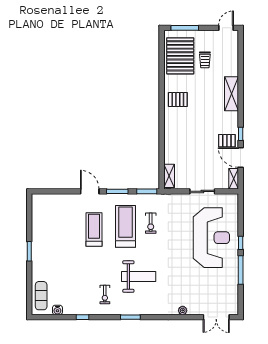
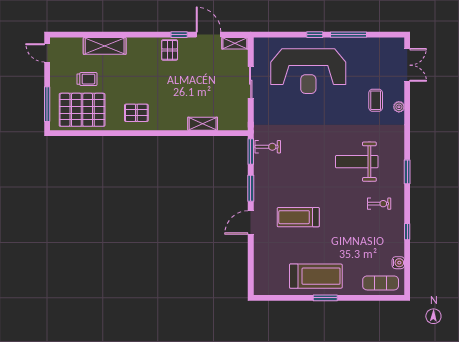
shelving: (231, 94) -> (105, 46), moved
pallet: (178, 100) -> (136, 113), turned 90
pallet: (227, 141) -> (170, 50), moved
door: (241, 158) -> (209, 35), swing flipped
shelving: (169, 176) -> (203, 124), moved
exercise bike: (151, 223) -> (268, 147), moved
treadmill: (126, 226) -> (316, 276), moved, turned 180
reception desk: (211, 238) -> (308, 71), turned 180
weight bench: (139, 277) -> (357, 162), turned -90
coffee table: (188, 292) -> (376, 100), added

